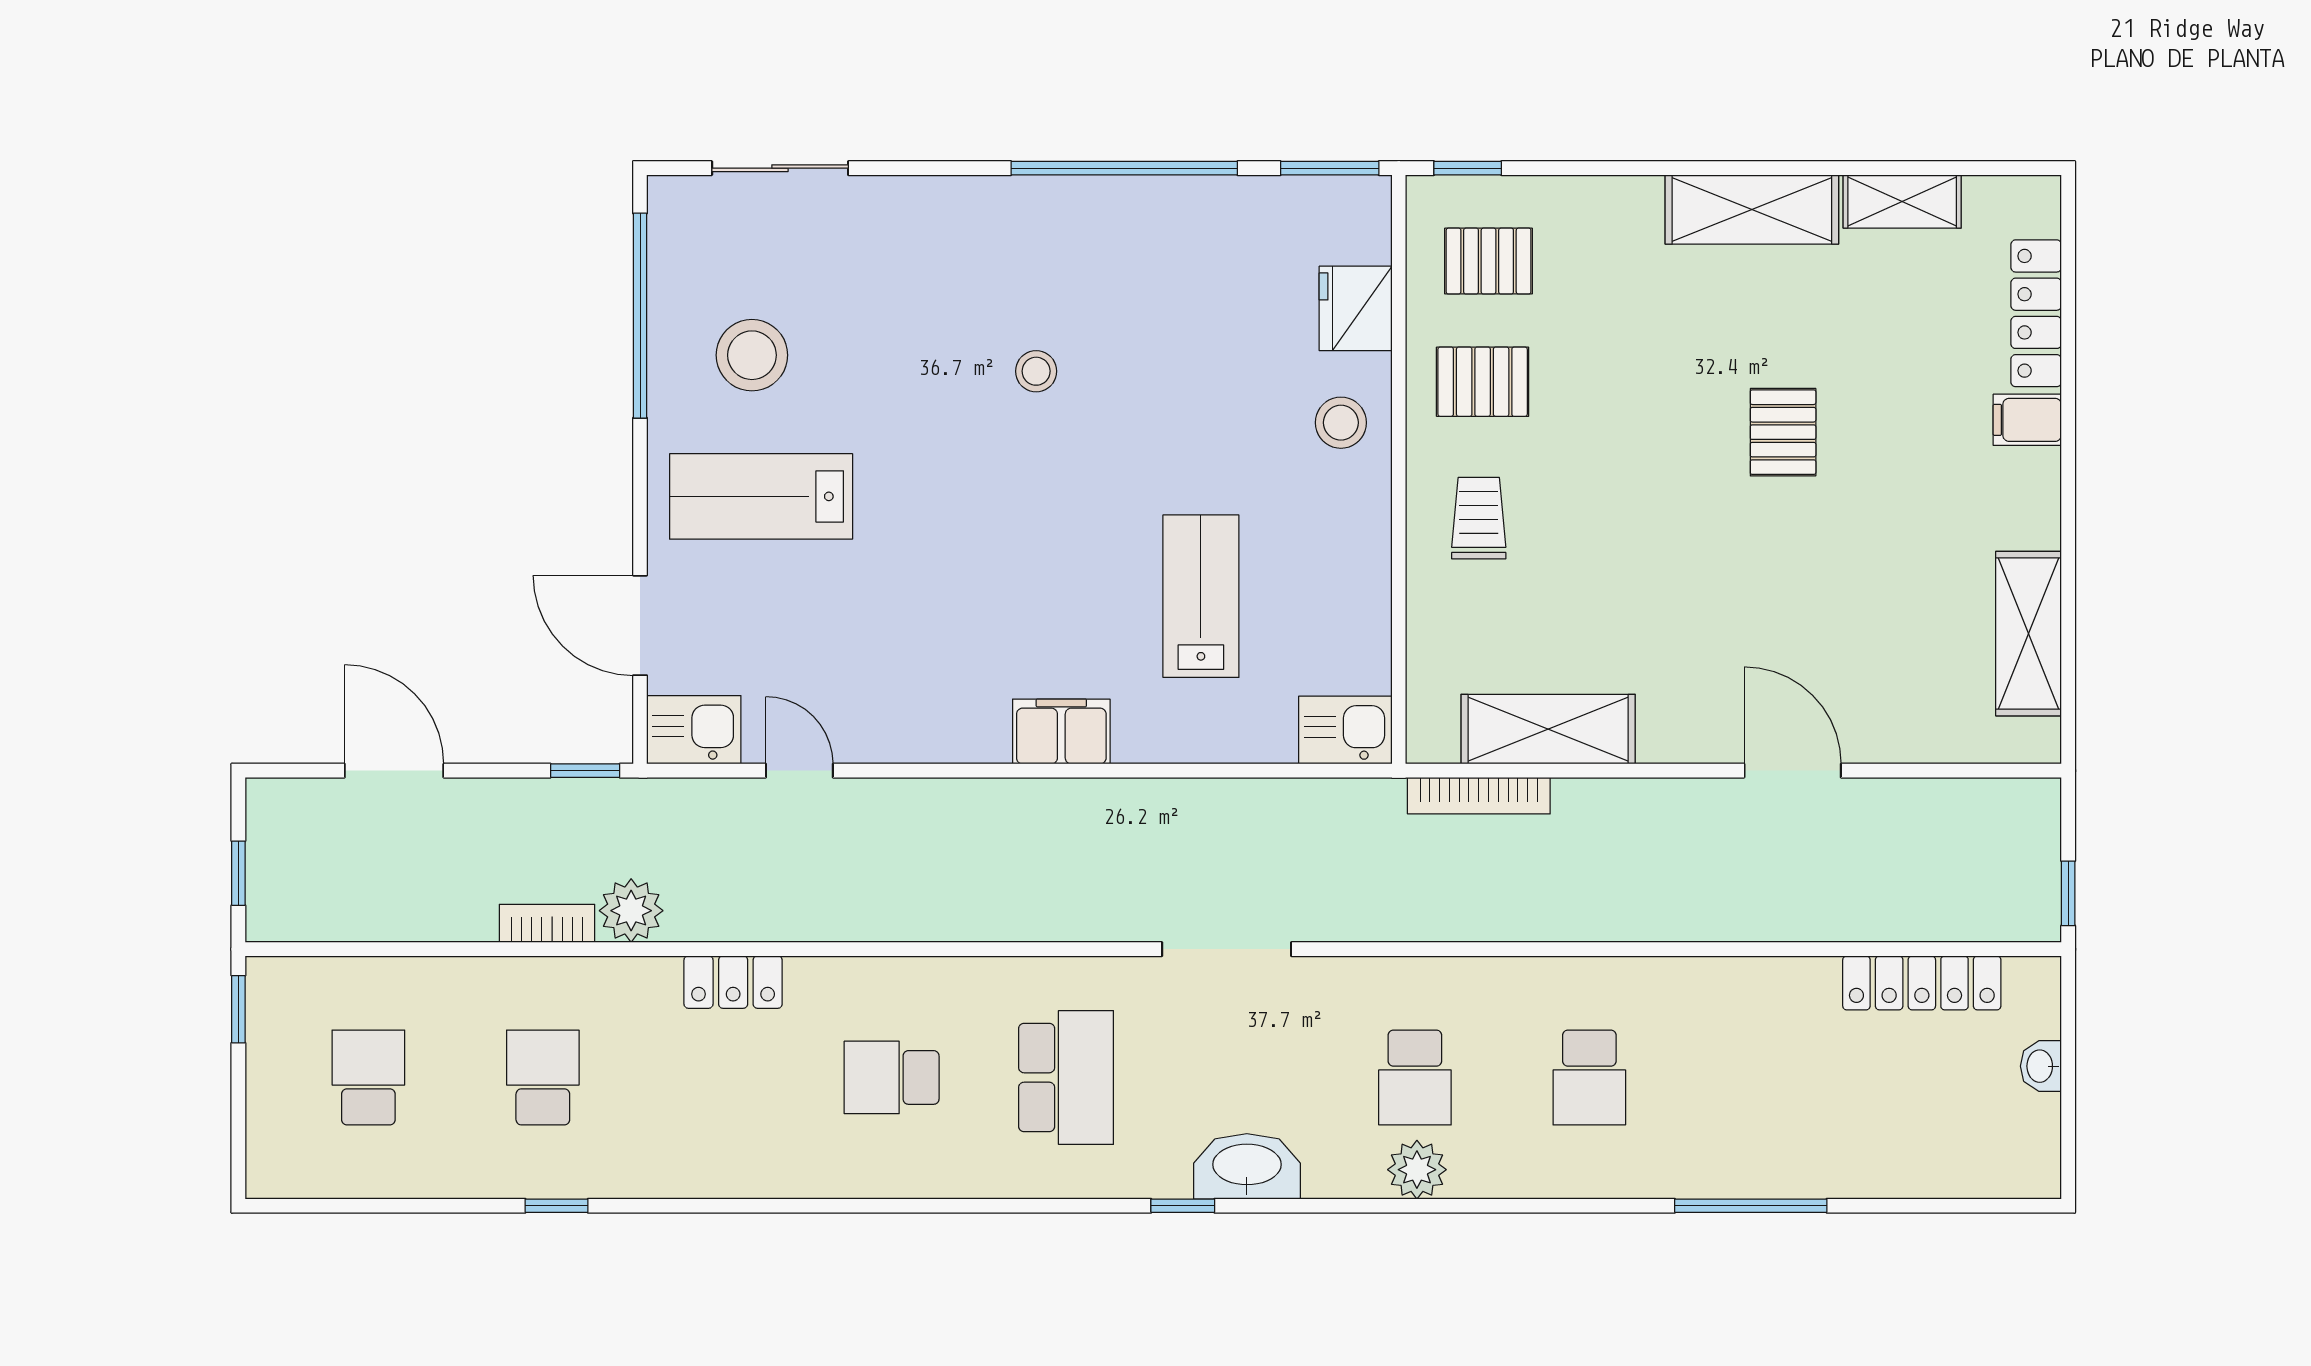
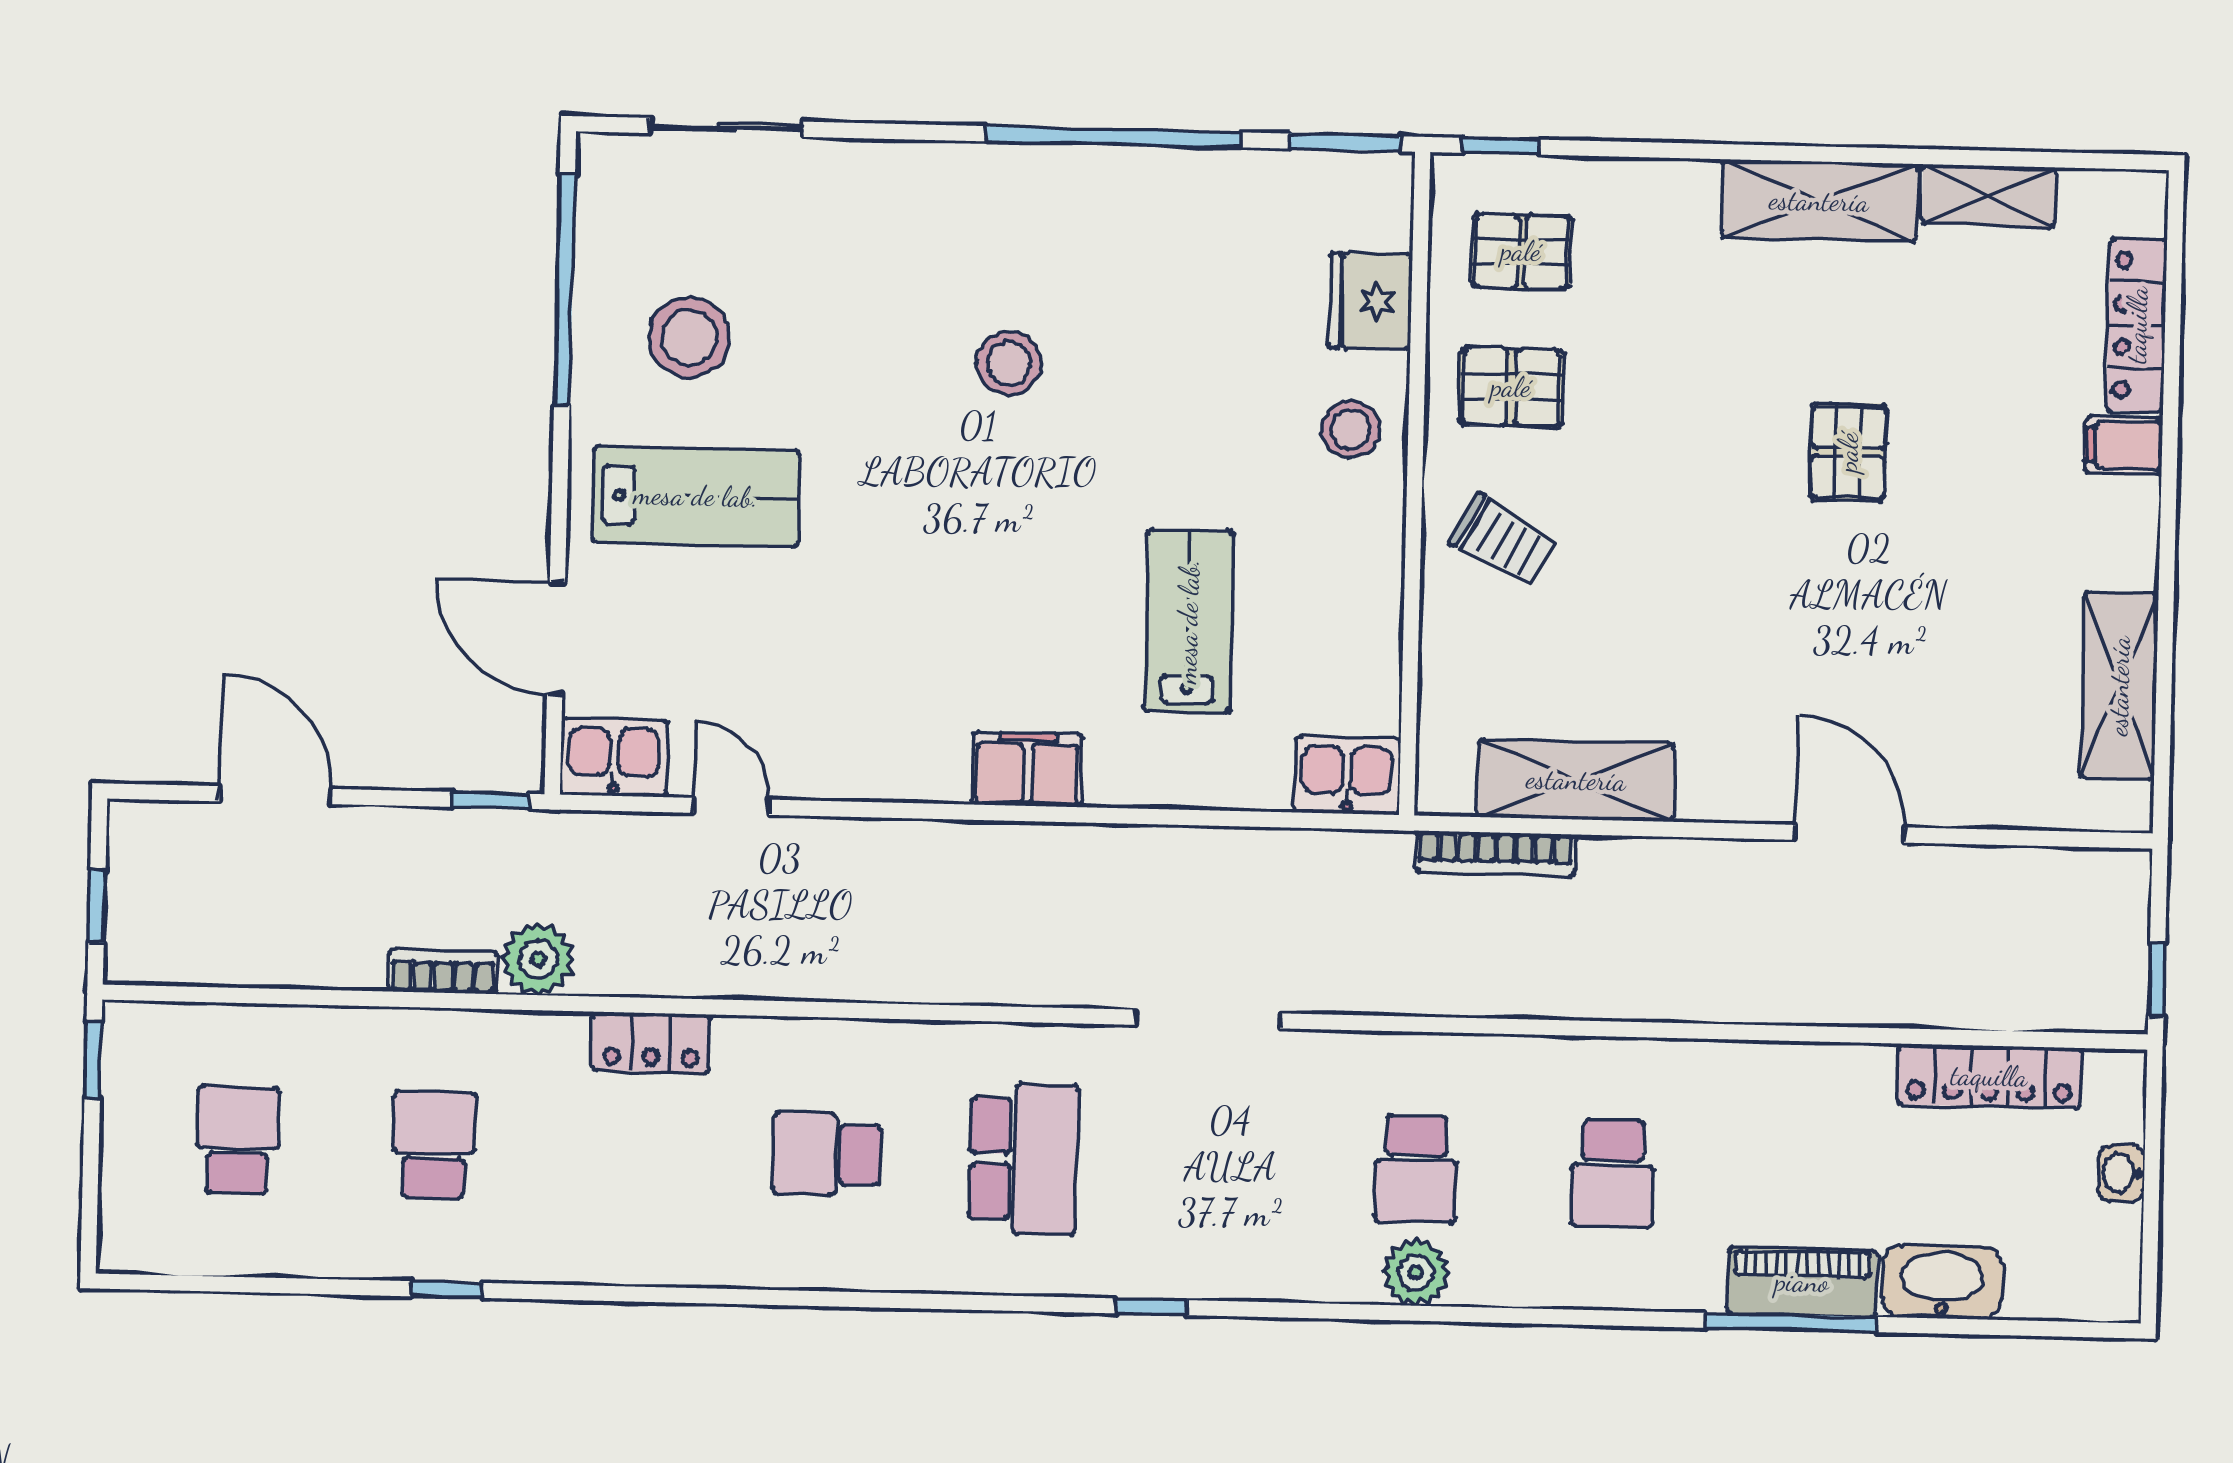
stool: (1036, 371) -> (1009, 363), width x1.37, depth x1.37
lab bench: (761, 496) -> (696, 496), turned 180
trolley: (1479, 518) -> (1503, 541), turned 119
washbasin: (1247, 1166) -> (1942, 1282), moved
piano: (1760, 1169) -> (1802, 1282), added

